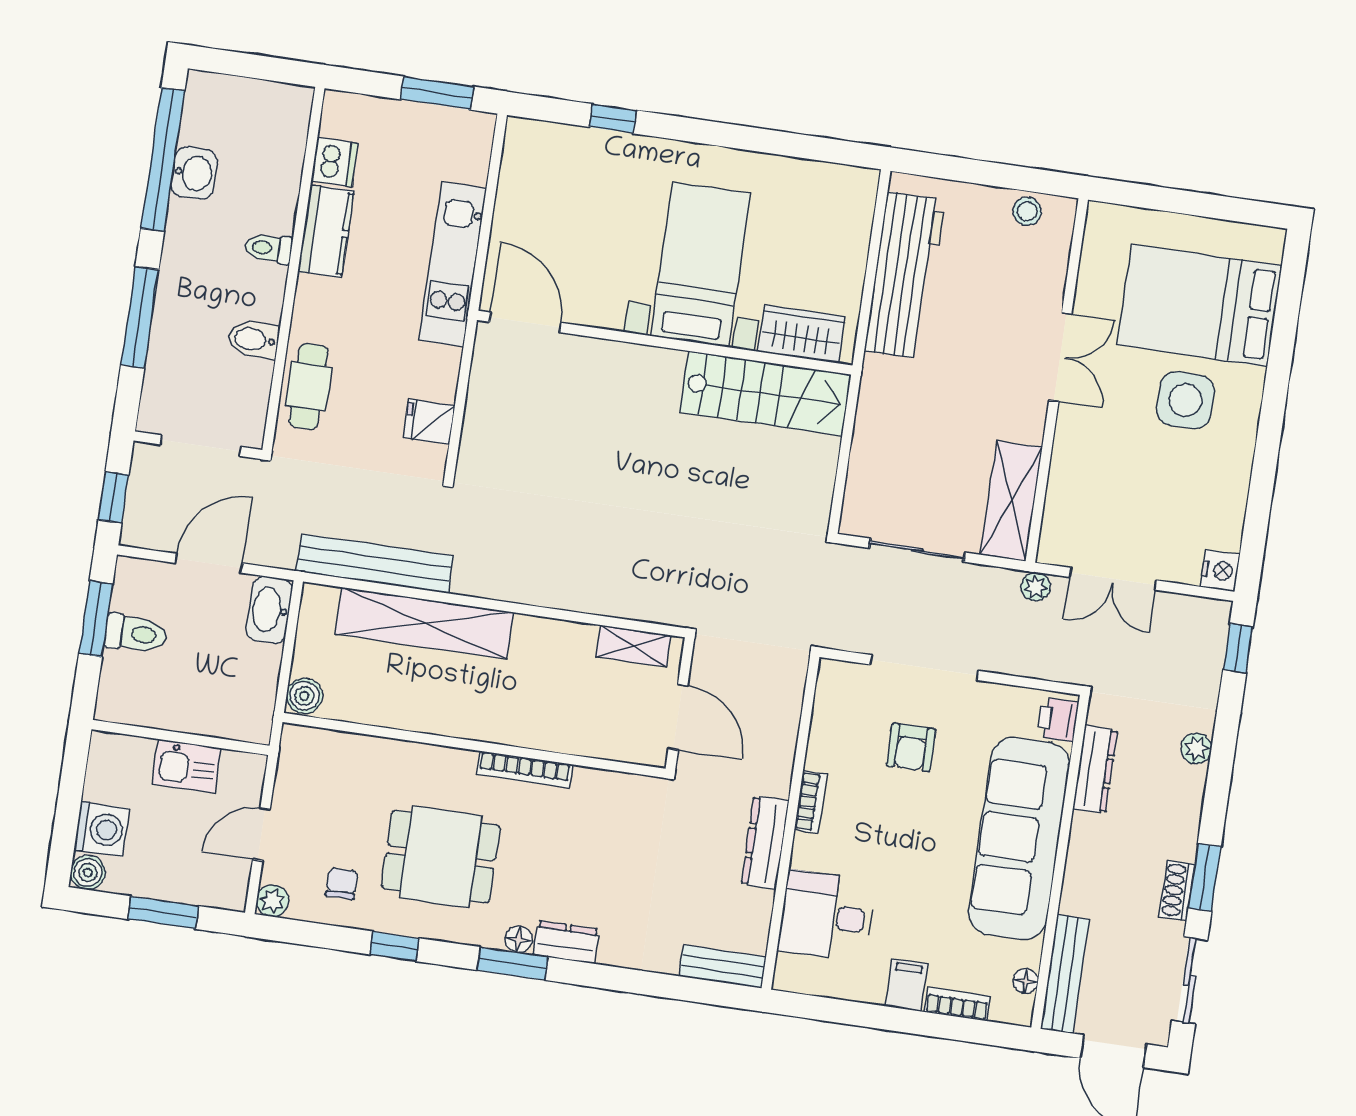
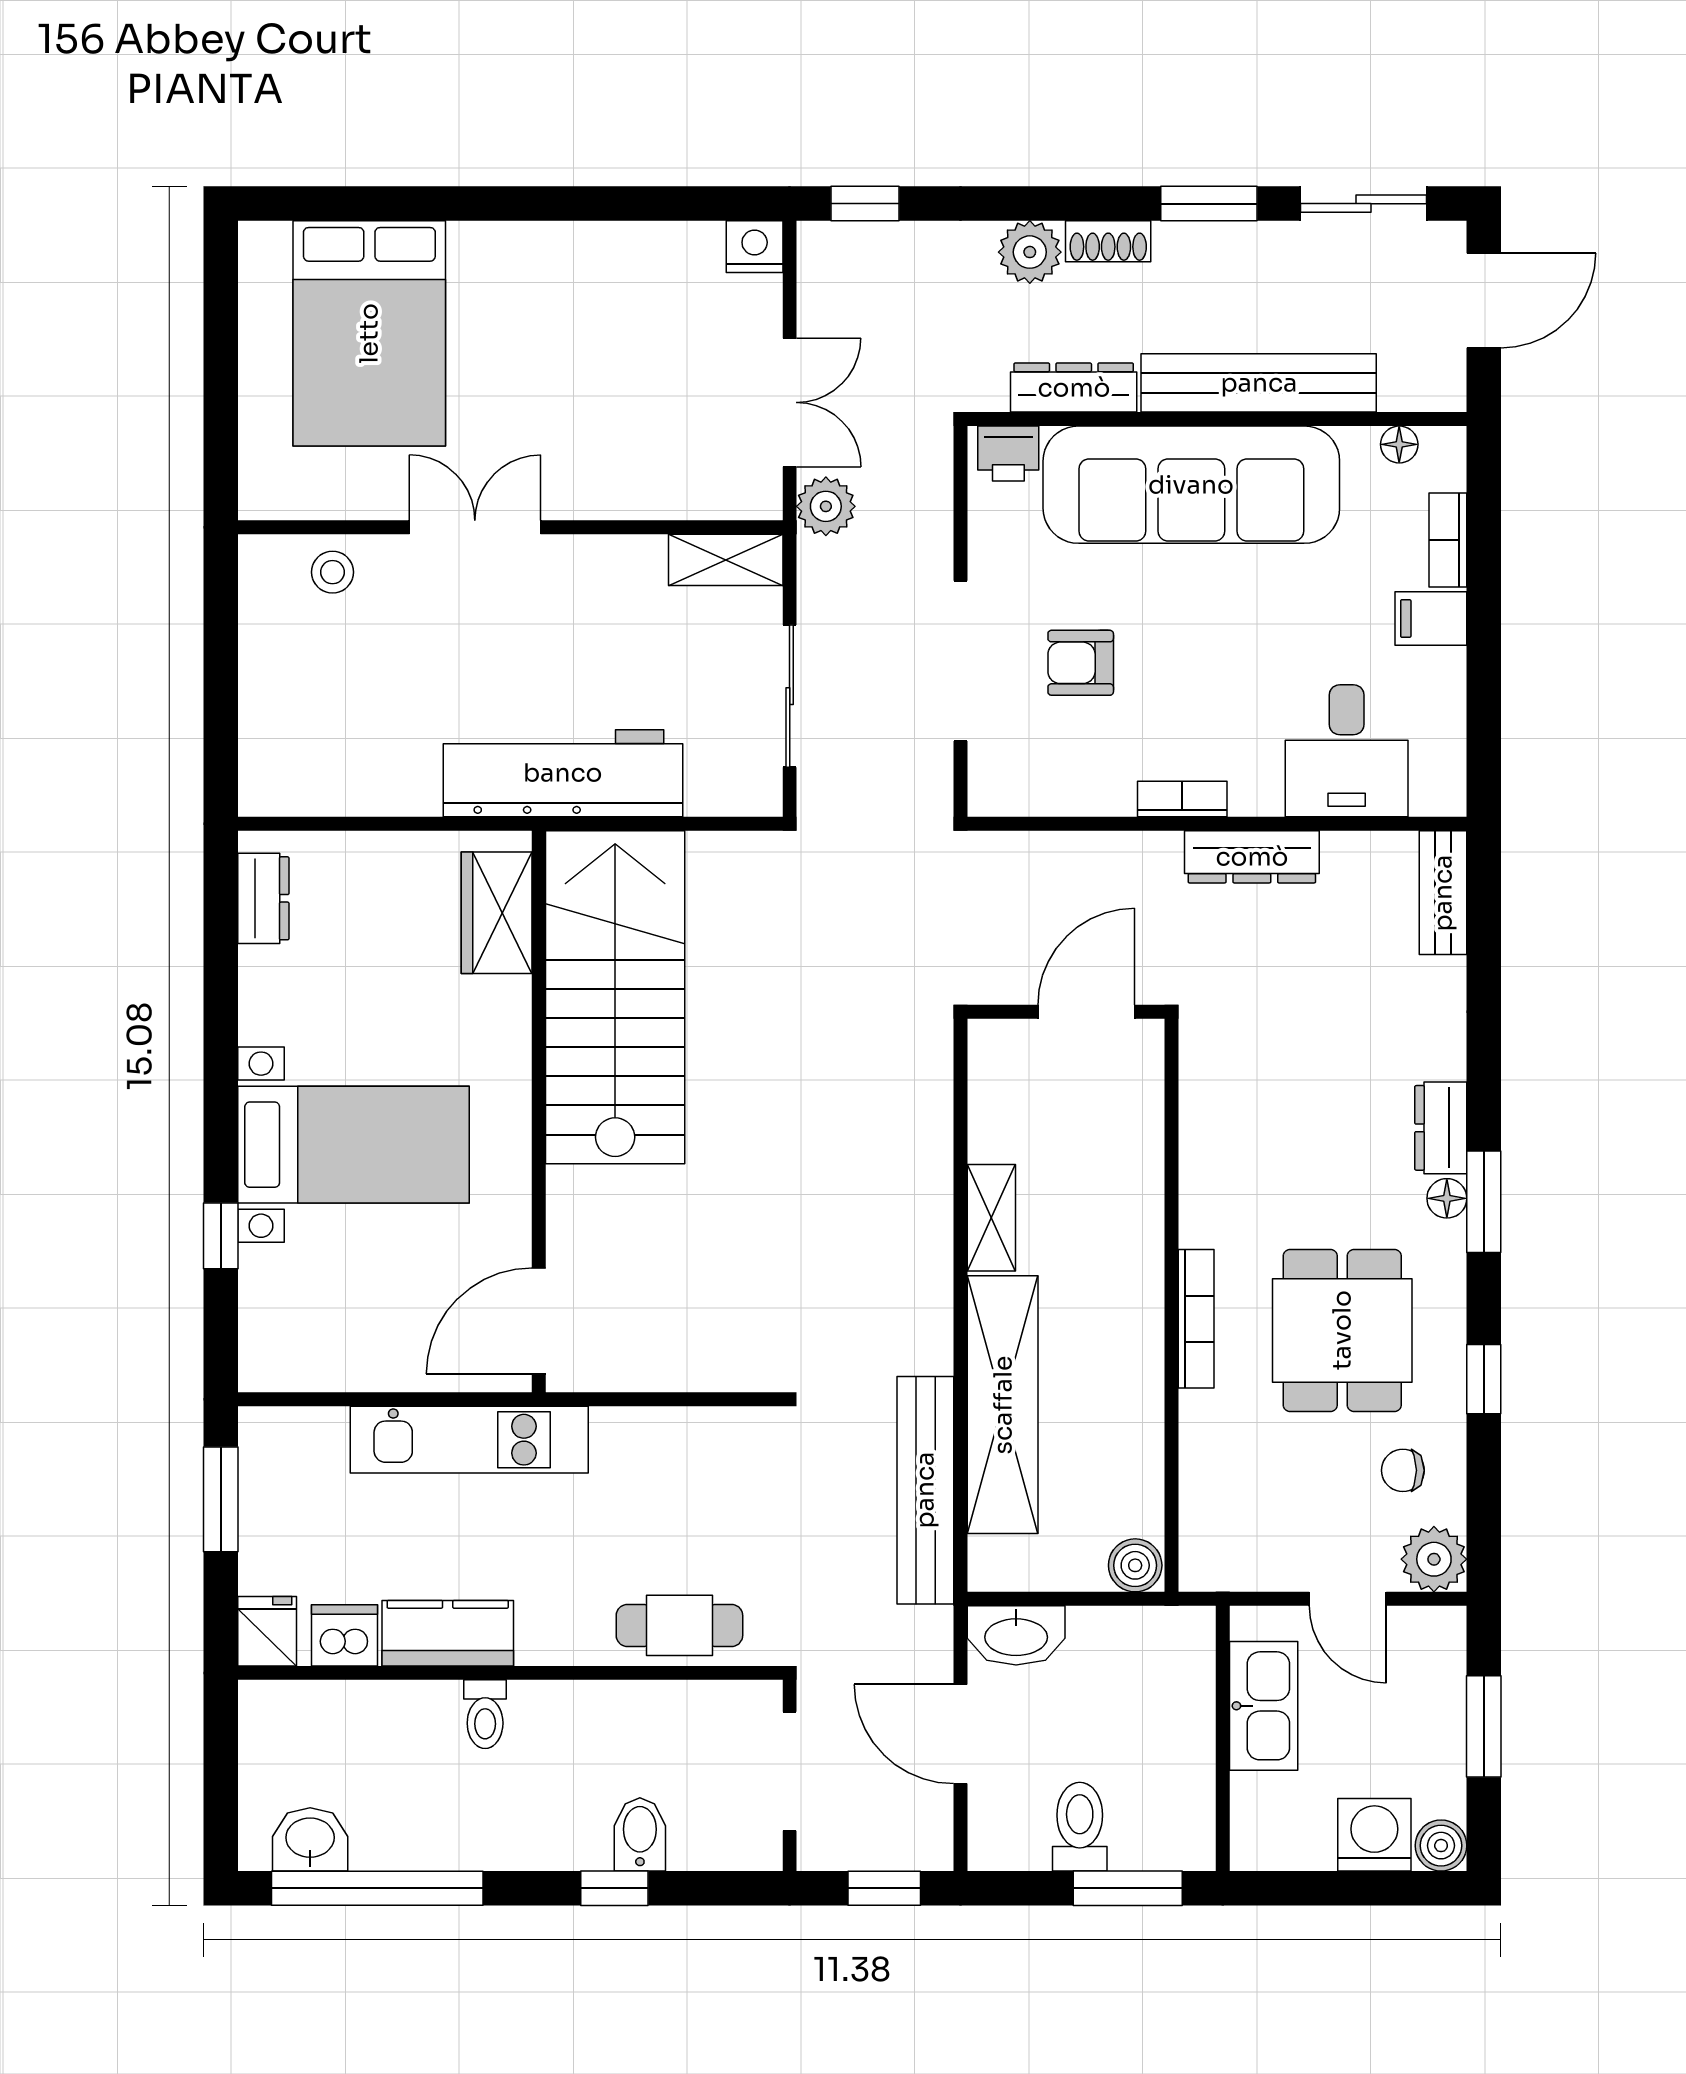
washbasin: (194, 173) -> (310, 1839), moved
dresser: (834, 180) -> (263, 898), added
stool: (1027, 211) -> (333, 572), moved
bed with nightstands: (700, 265) -> (353, 1145), moved, turned 180
workbench: (905, 275) -> (563, 773), moved
window: (140, 318) -> (614, 1888), width x0.46
bidet: (253, 339) -> (640, 1834), moved, turned 180
stairs: (765, 393) -> (615, 997), width x1.36, depth x1.51
side table: (1185, 400) -> (512, 334), removed
fridge: (429, 422) -> (267, 1631), moved, turned 180
shelving: (1011, 501) -> (726, 560), width x0.67, depth x0.75
plant: (1036, 587) -> (826, 506), width x1.38, depth x1.38
window: (96, 619) -> (1128, 1888), moved
shelving: (633, 646) -> (991, 1218), moved
armchair: (911, 747) -> (1081, 663), turned 180
plant: (1196, 749) -> (1030, 252), width x1.38, depth x1.38
kitchen sink: (187, 766) -> (1264, 1706), width x1.38
bookcase: (524, 769) -> (1196, 1319), moved
shoe rack: (1177, 890) -> (1108, 241), moved
plant: (273, 901) -> (1434, 1559), width x1.38, depth x1.38
bench: (1065, 974) -> (1259, 383), moved, width x1.37, depth x1.21

